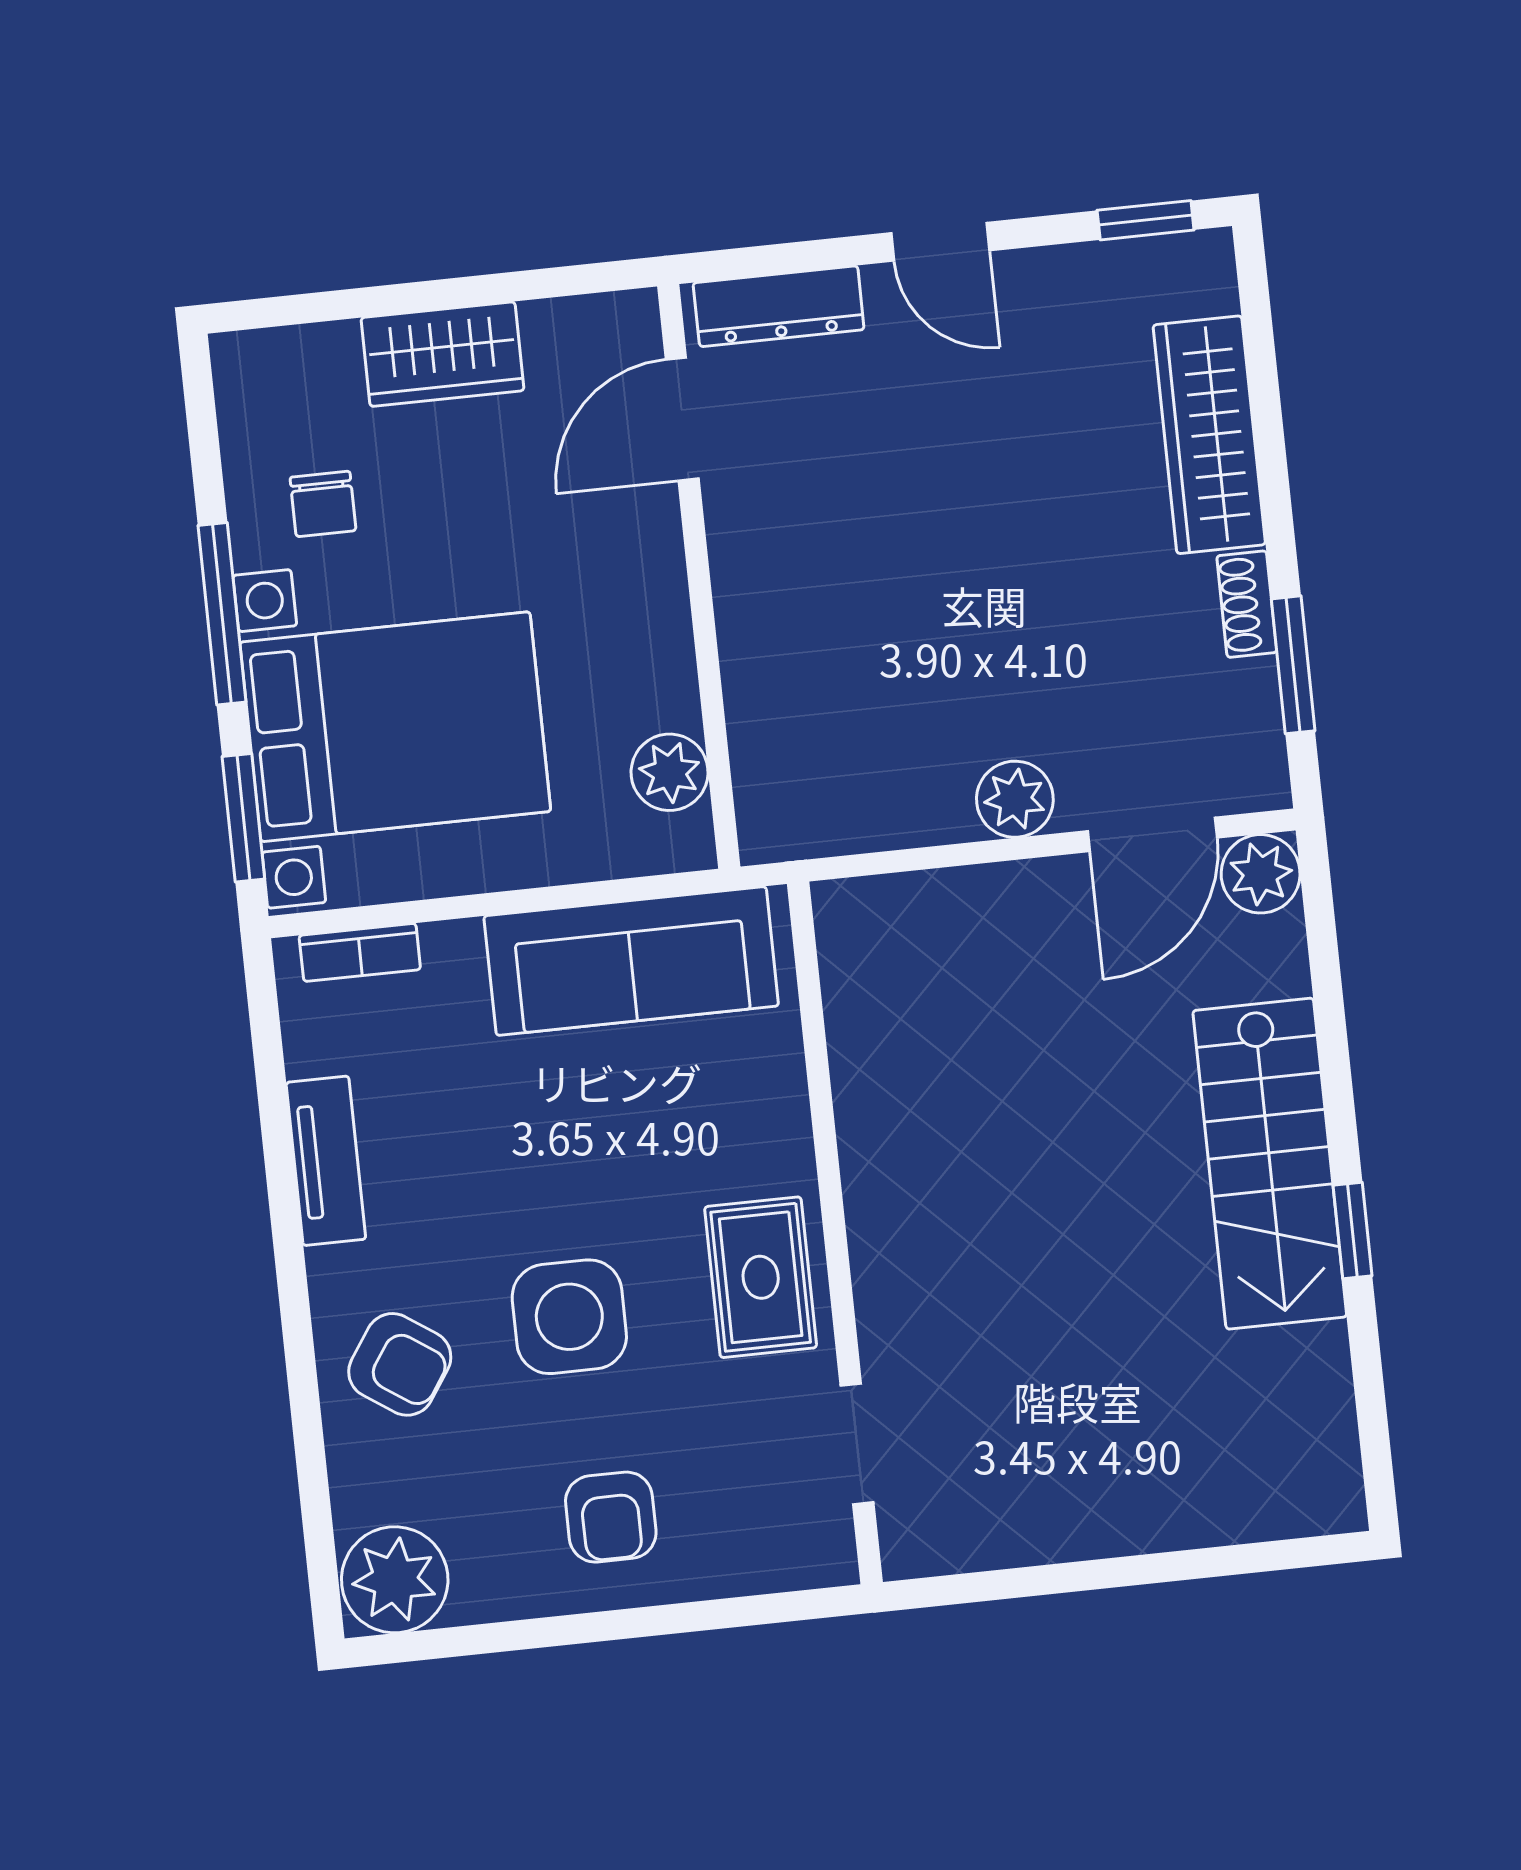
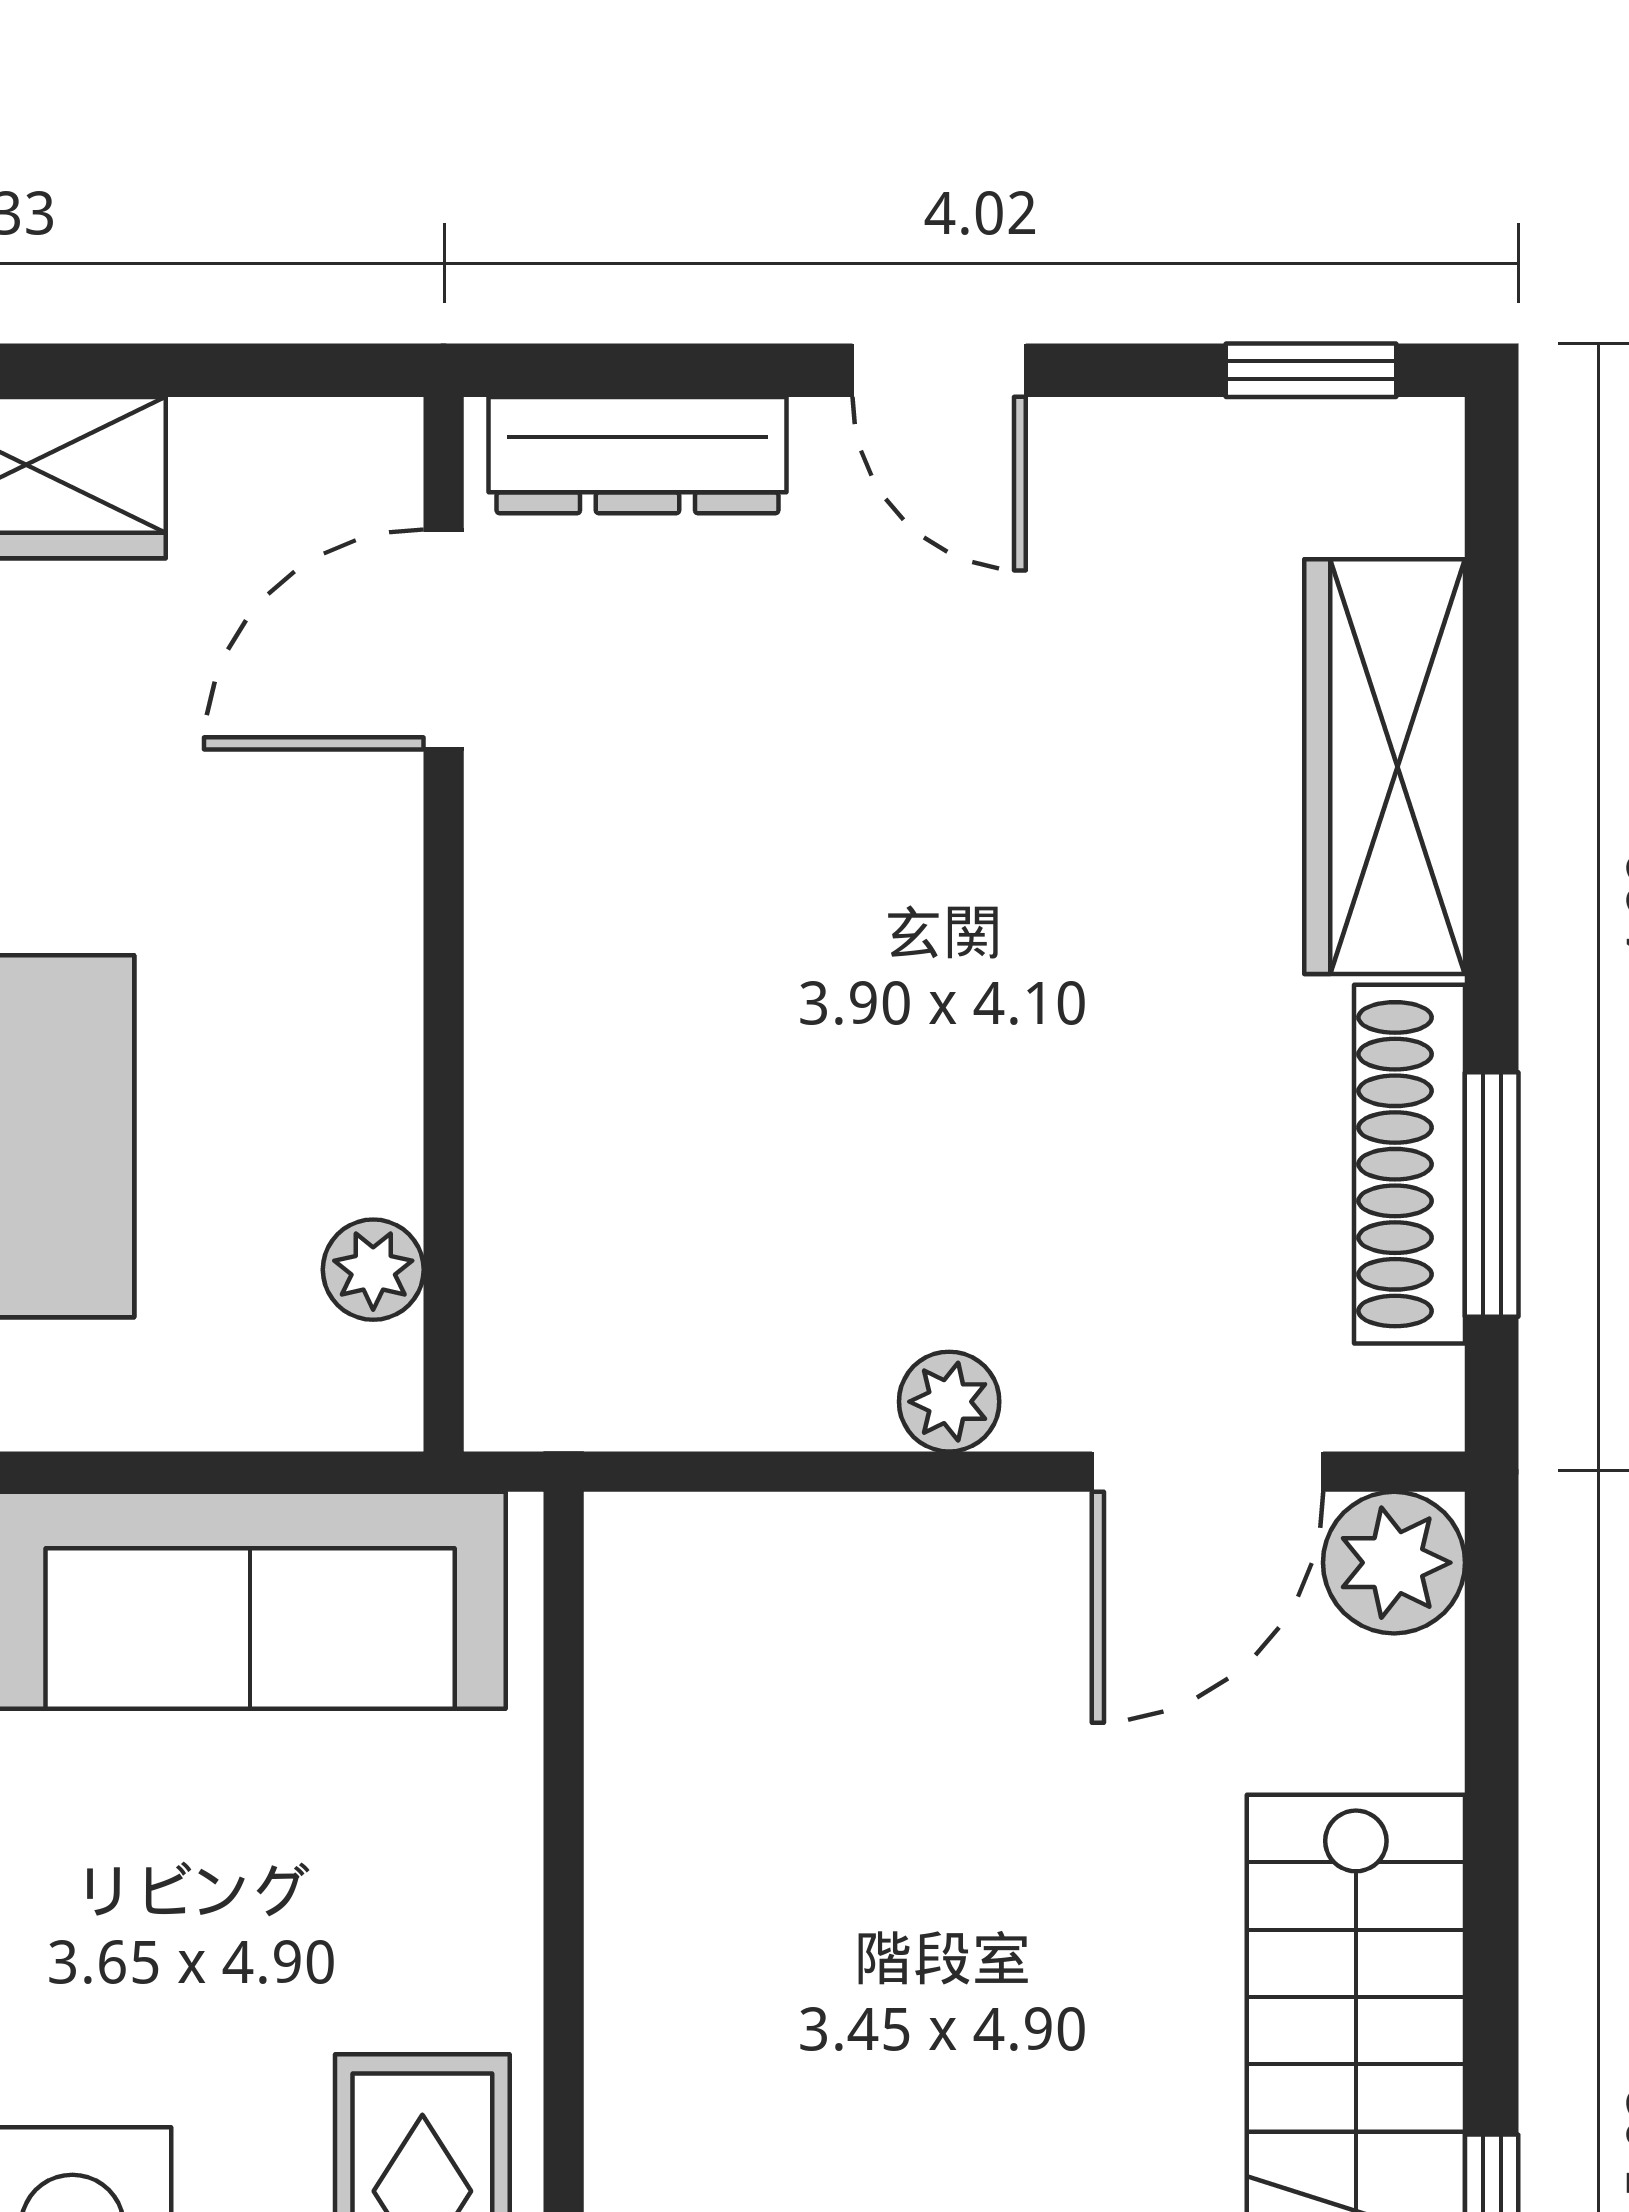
shoe rack: (1247, 604) -> (1409, 1164), width x1.94, depth x1.24
plant: (670, 772) -> (373, 1270), width x0.73, depth x0.73
plant: (1015, 799) -> (949, 1402), width x0.73, depth x0.73

